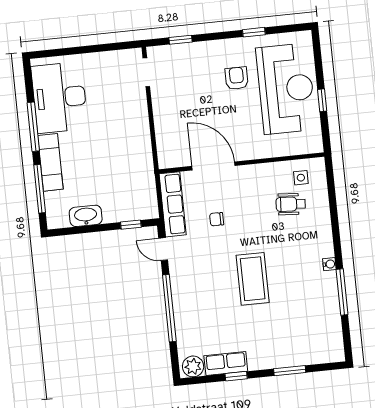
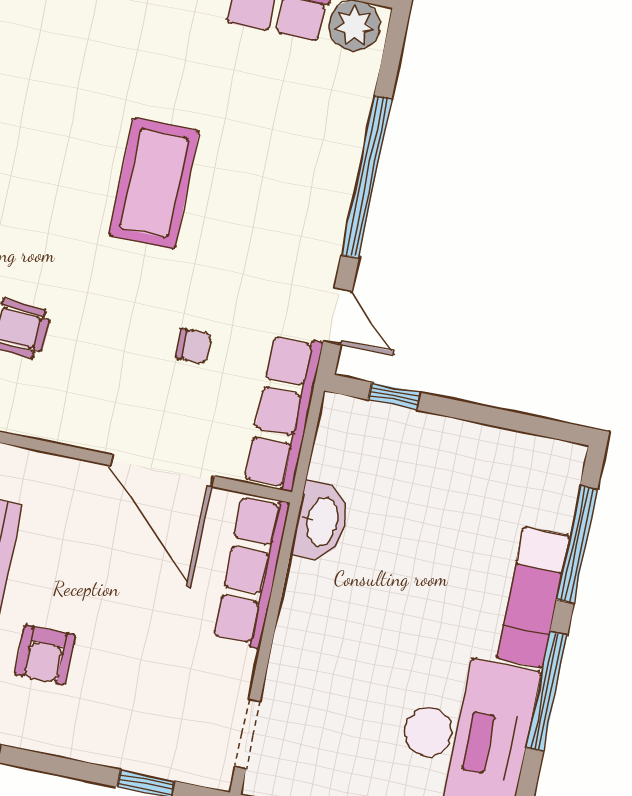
row of seats: (165, 137) -> (251, 571), added
washbasin: (86, 216) -> (321, 521), moved, turned -90

